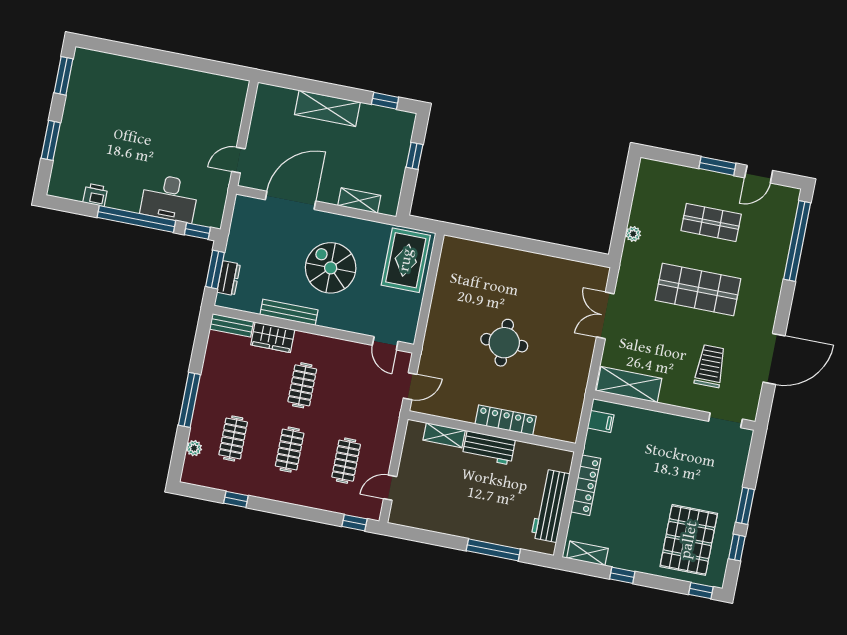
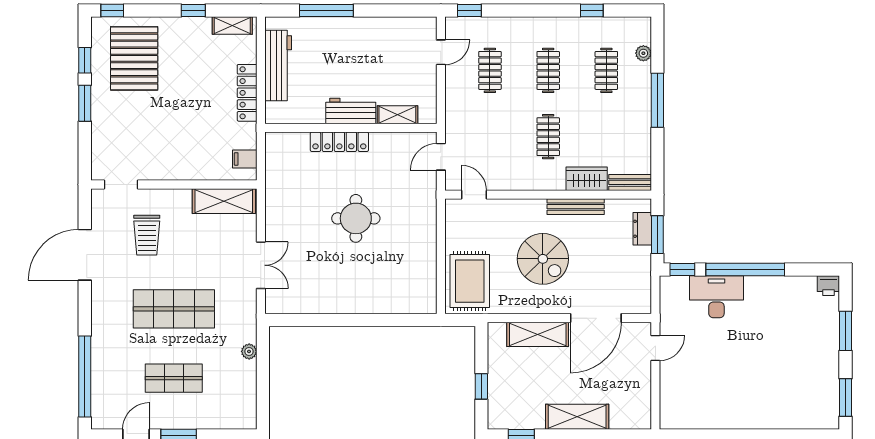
printer: (95, 195) -> (828, 286), moved
shelving: (359, 201) -> (538, 334), width x1.50, depth x1.33

